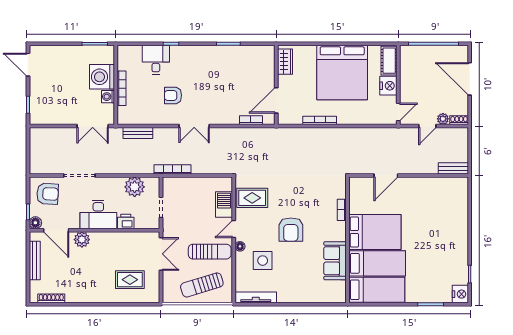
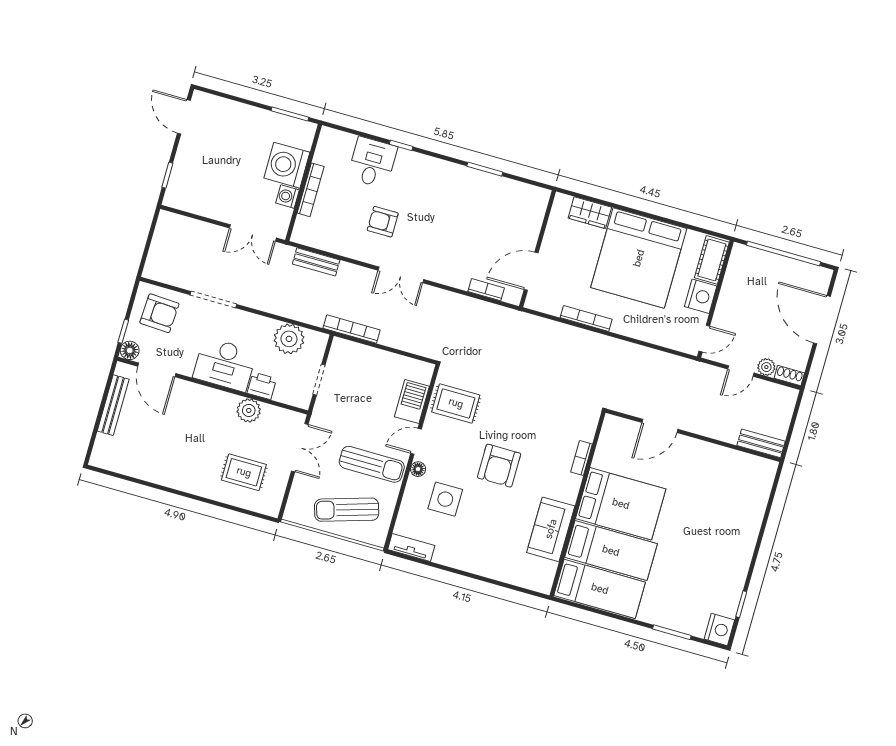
wardrobe: (285, 62) -> (590, 213), moved, turned 90
plant: (82, 240) -> (249, 410), moved
tv unit: (256, 297) -> (411, 548), width x0.71
shoe rack: (51, 298) -> (122, 467), removed

